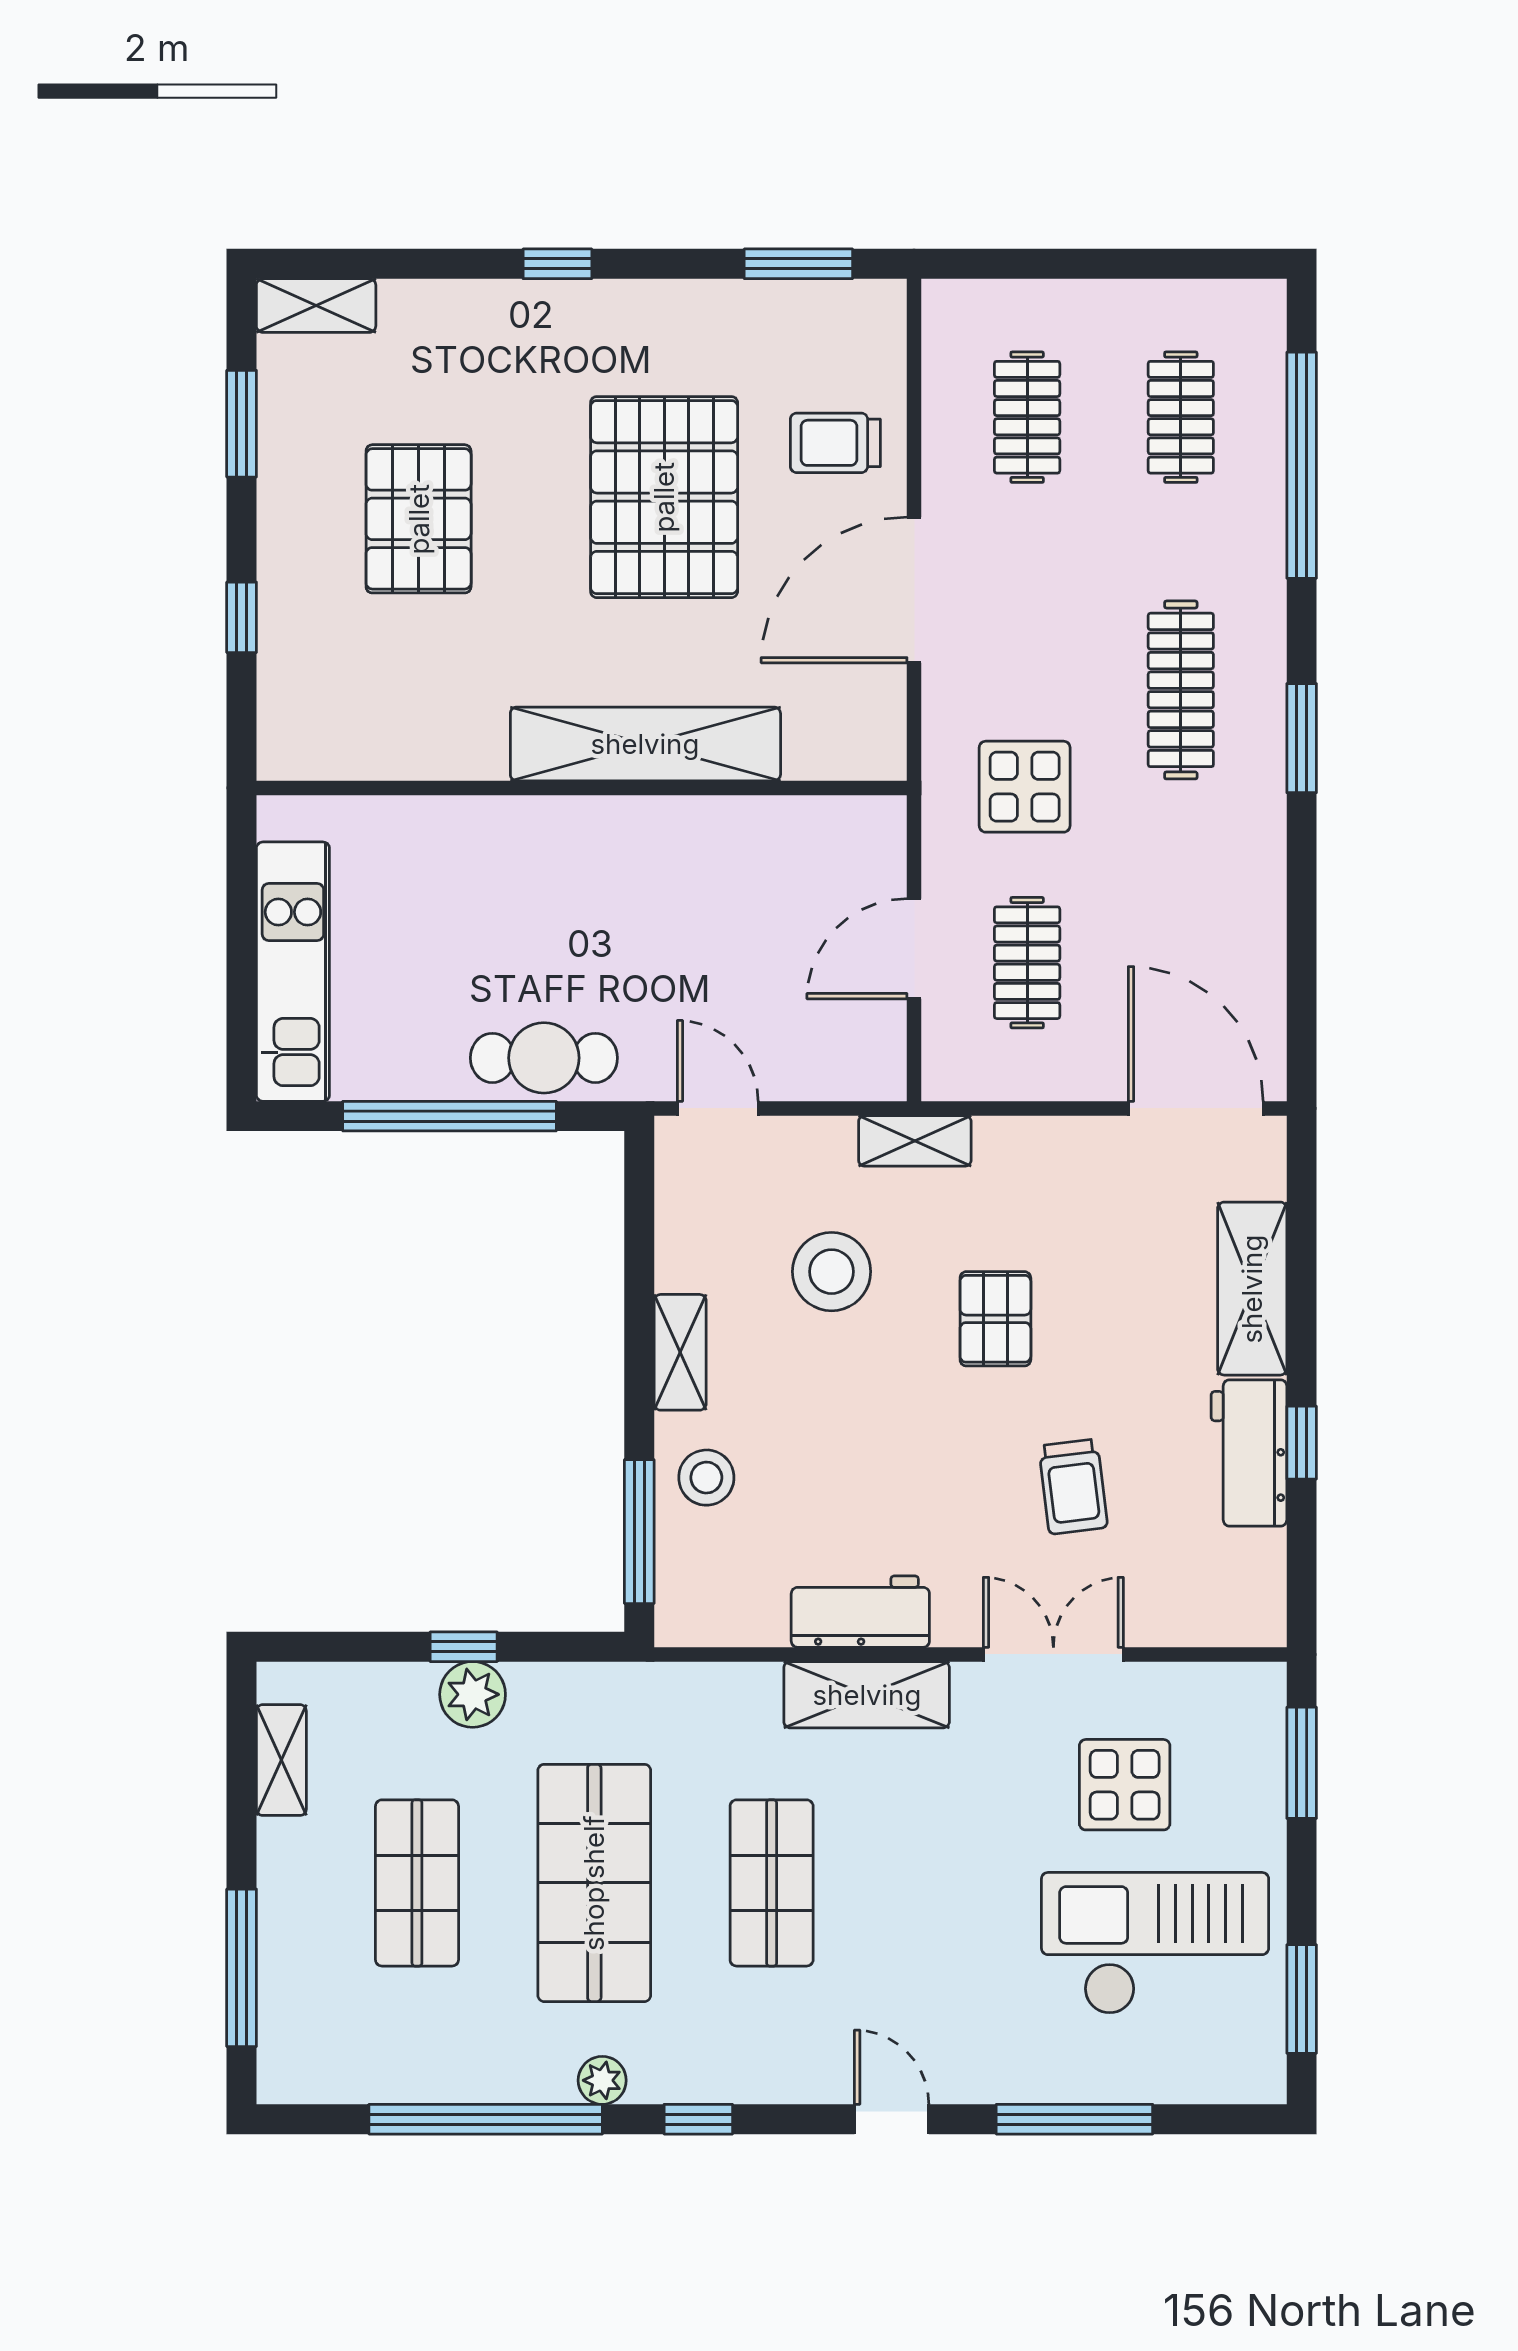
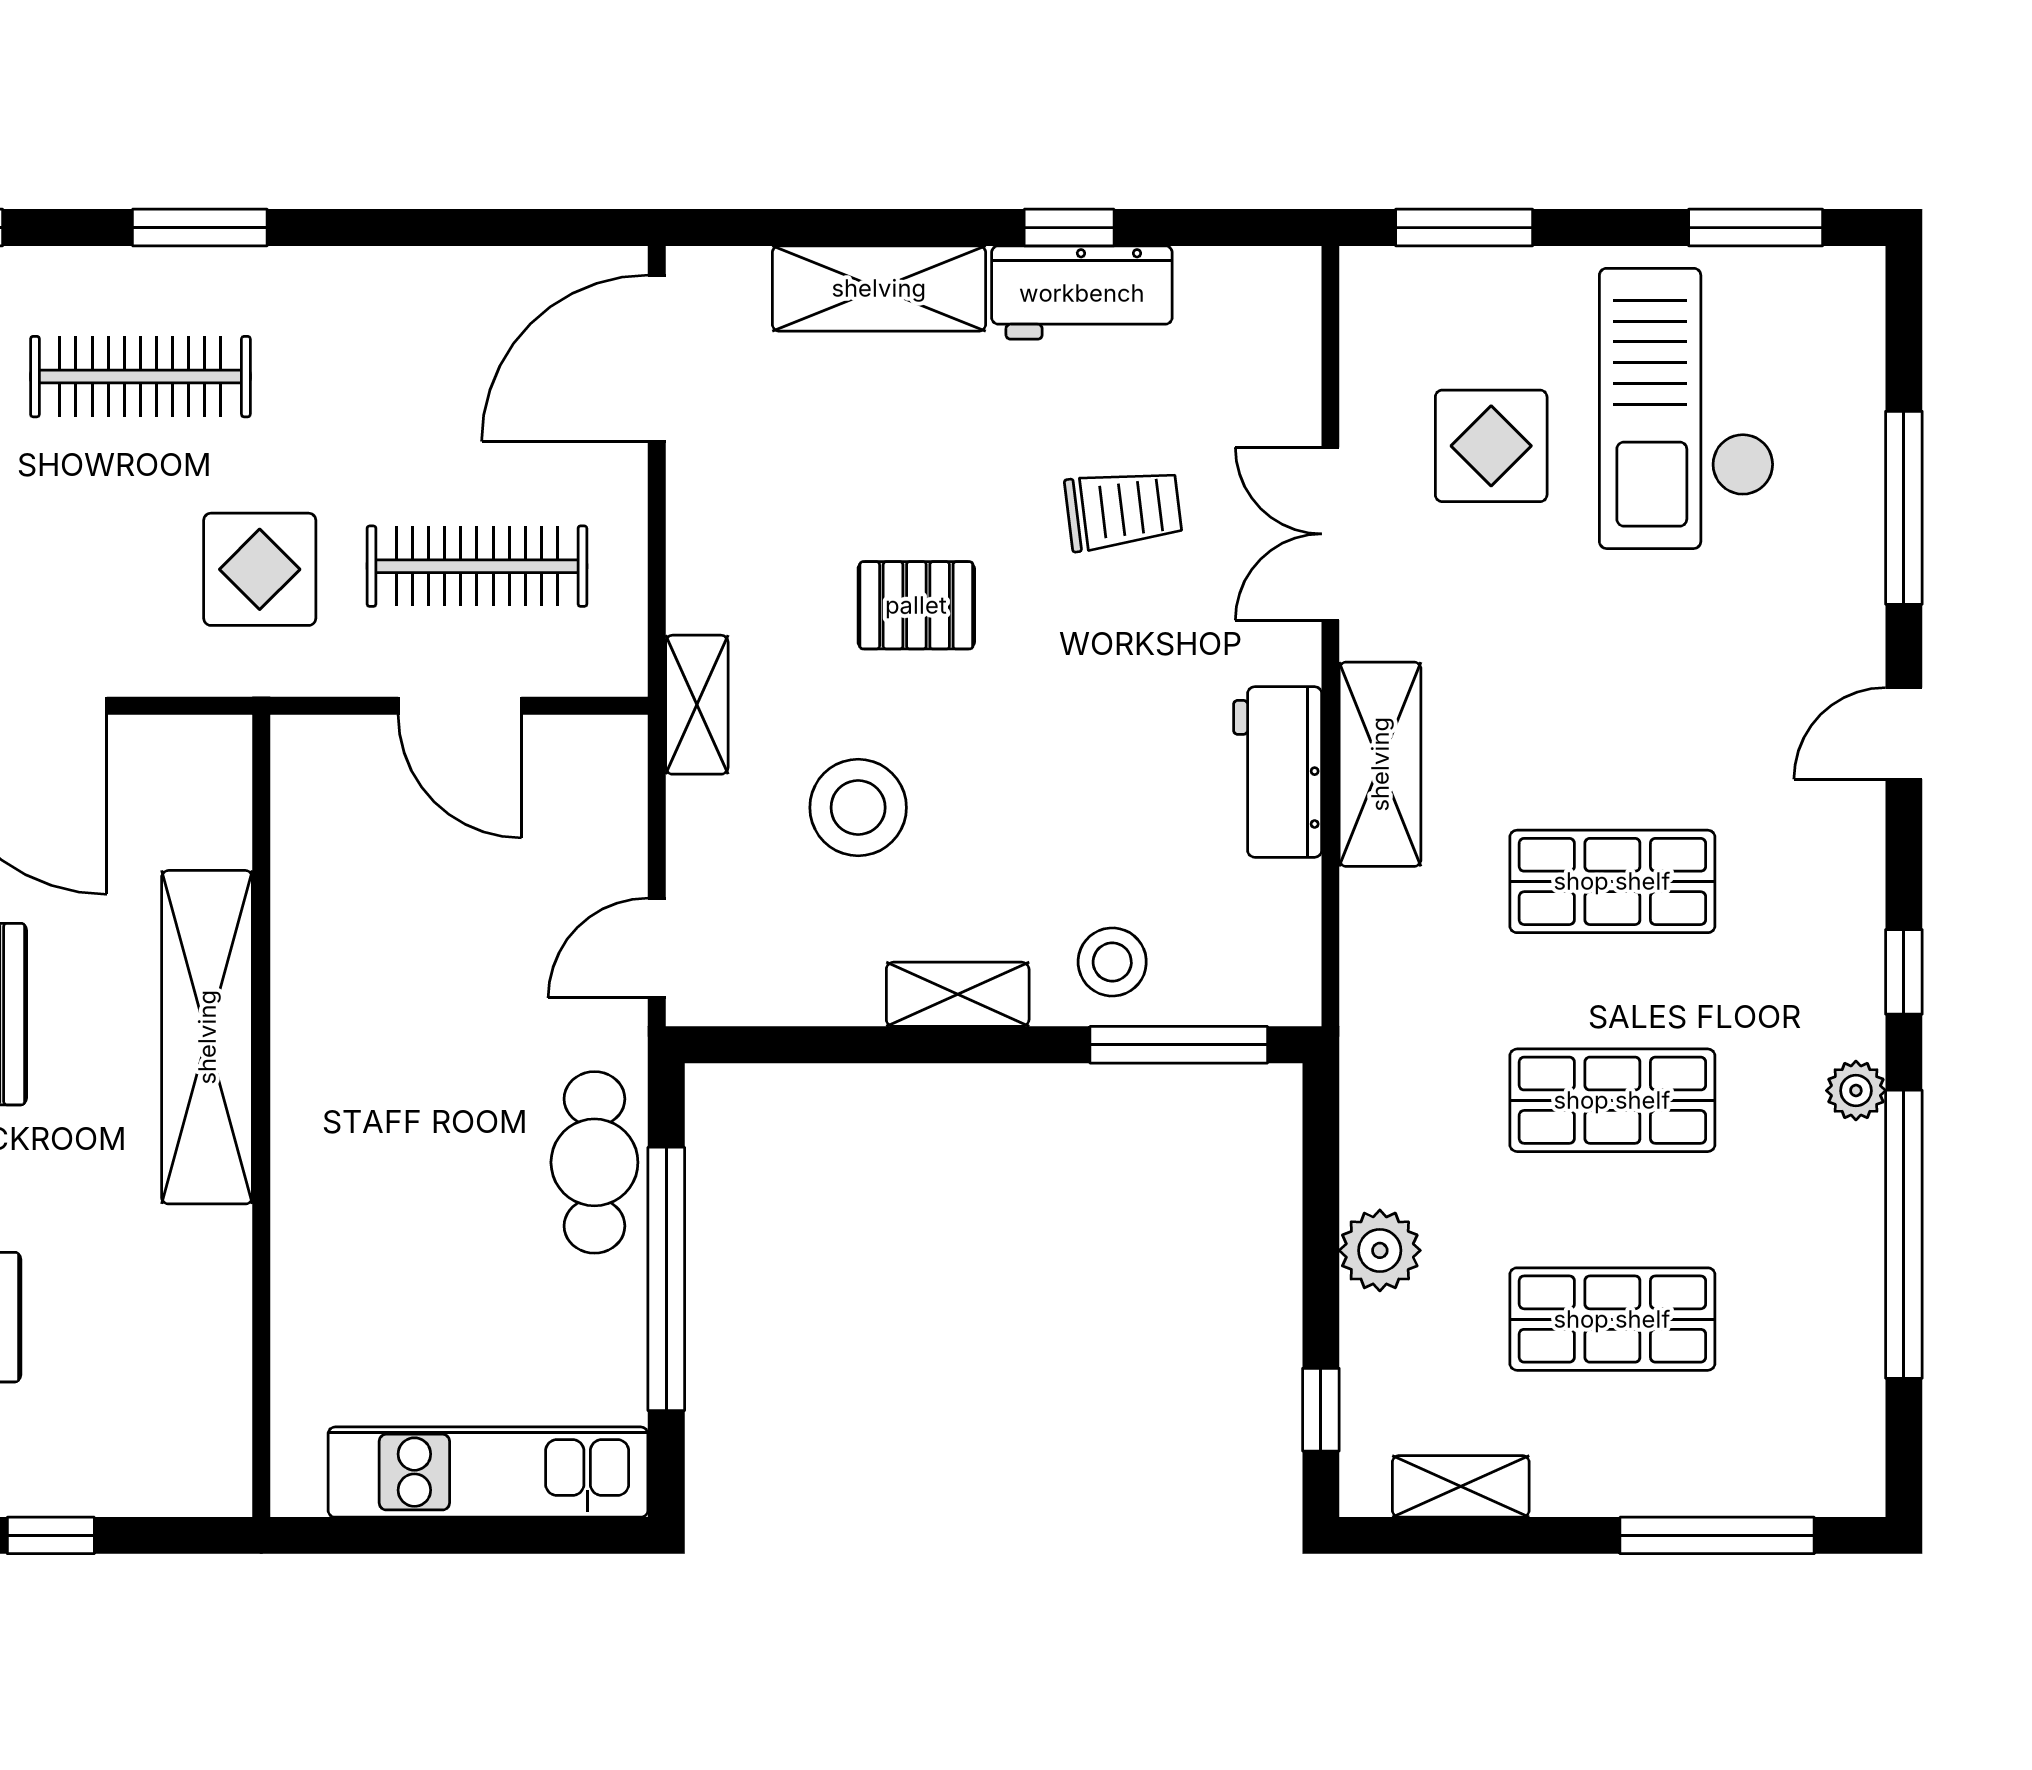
clothes rail: (1027, 963) -> (477, 566), width x1.36
window: (464, 1647) -> (1321, 1410), moved
shop shelf: (594, 1883) -> (1612, 1100), width x0.70, depth x0.74

